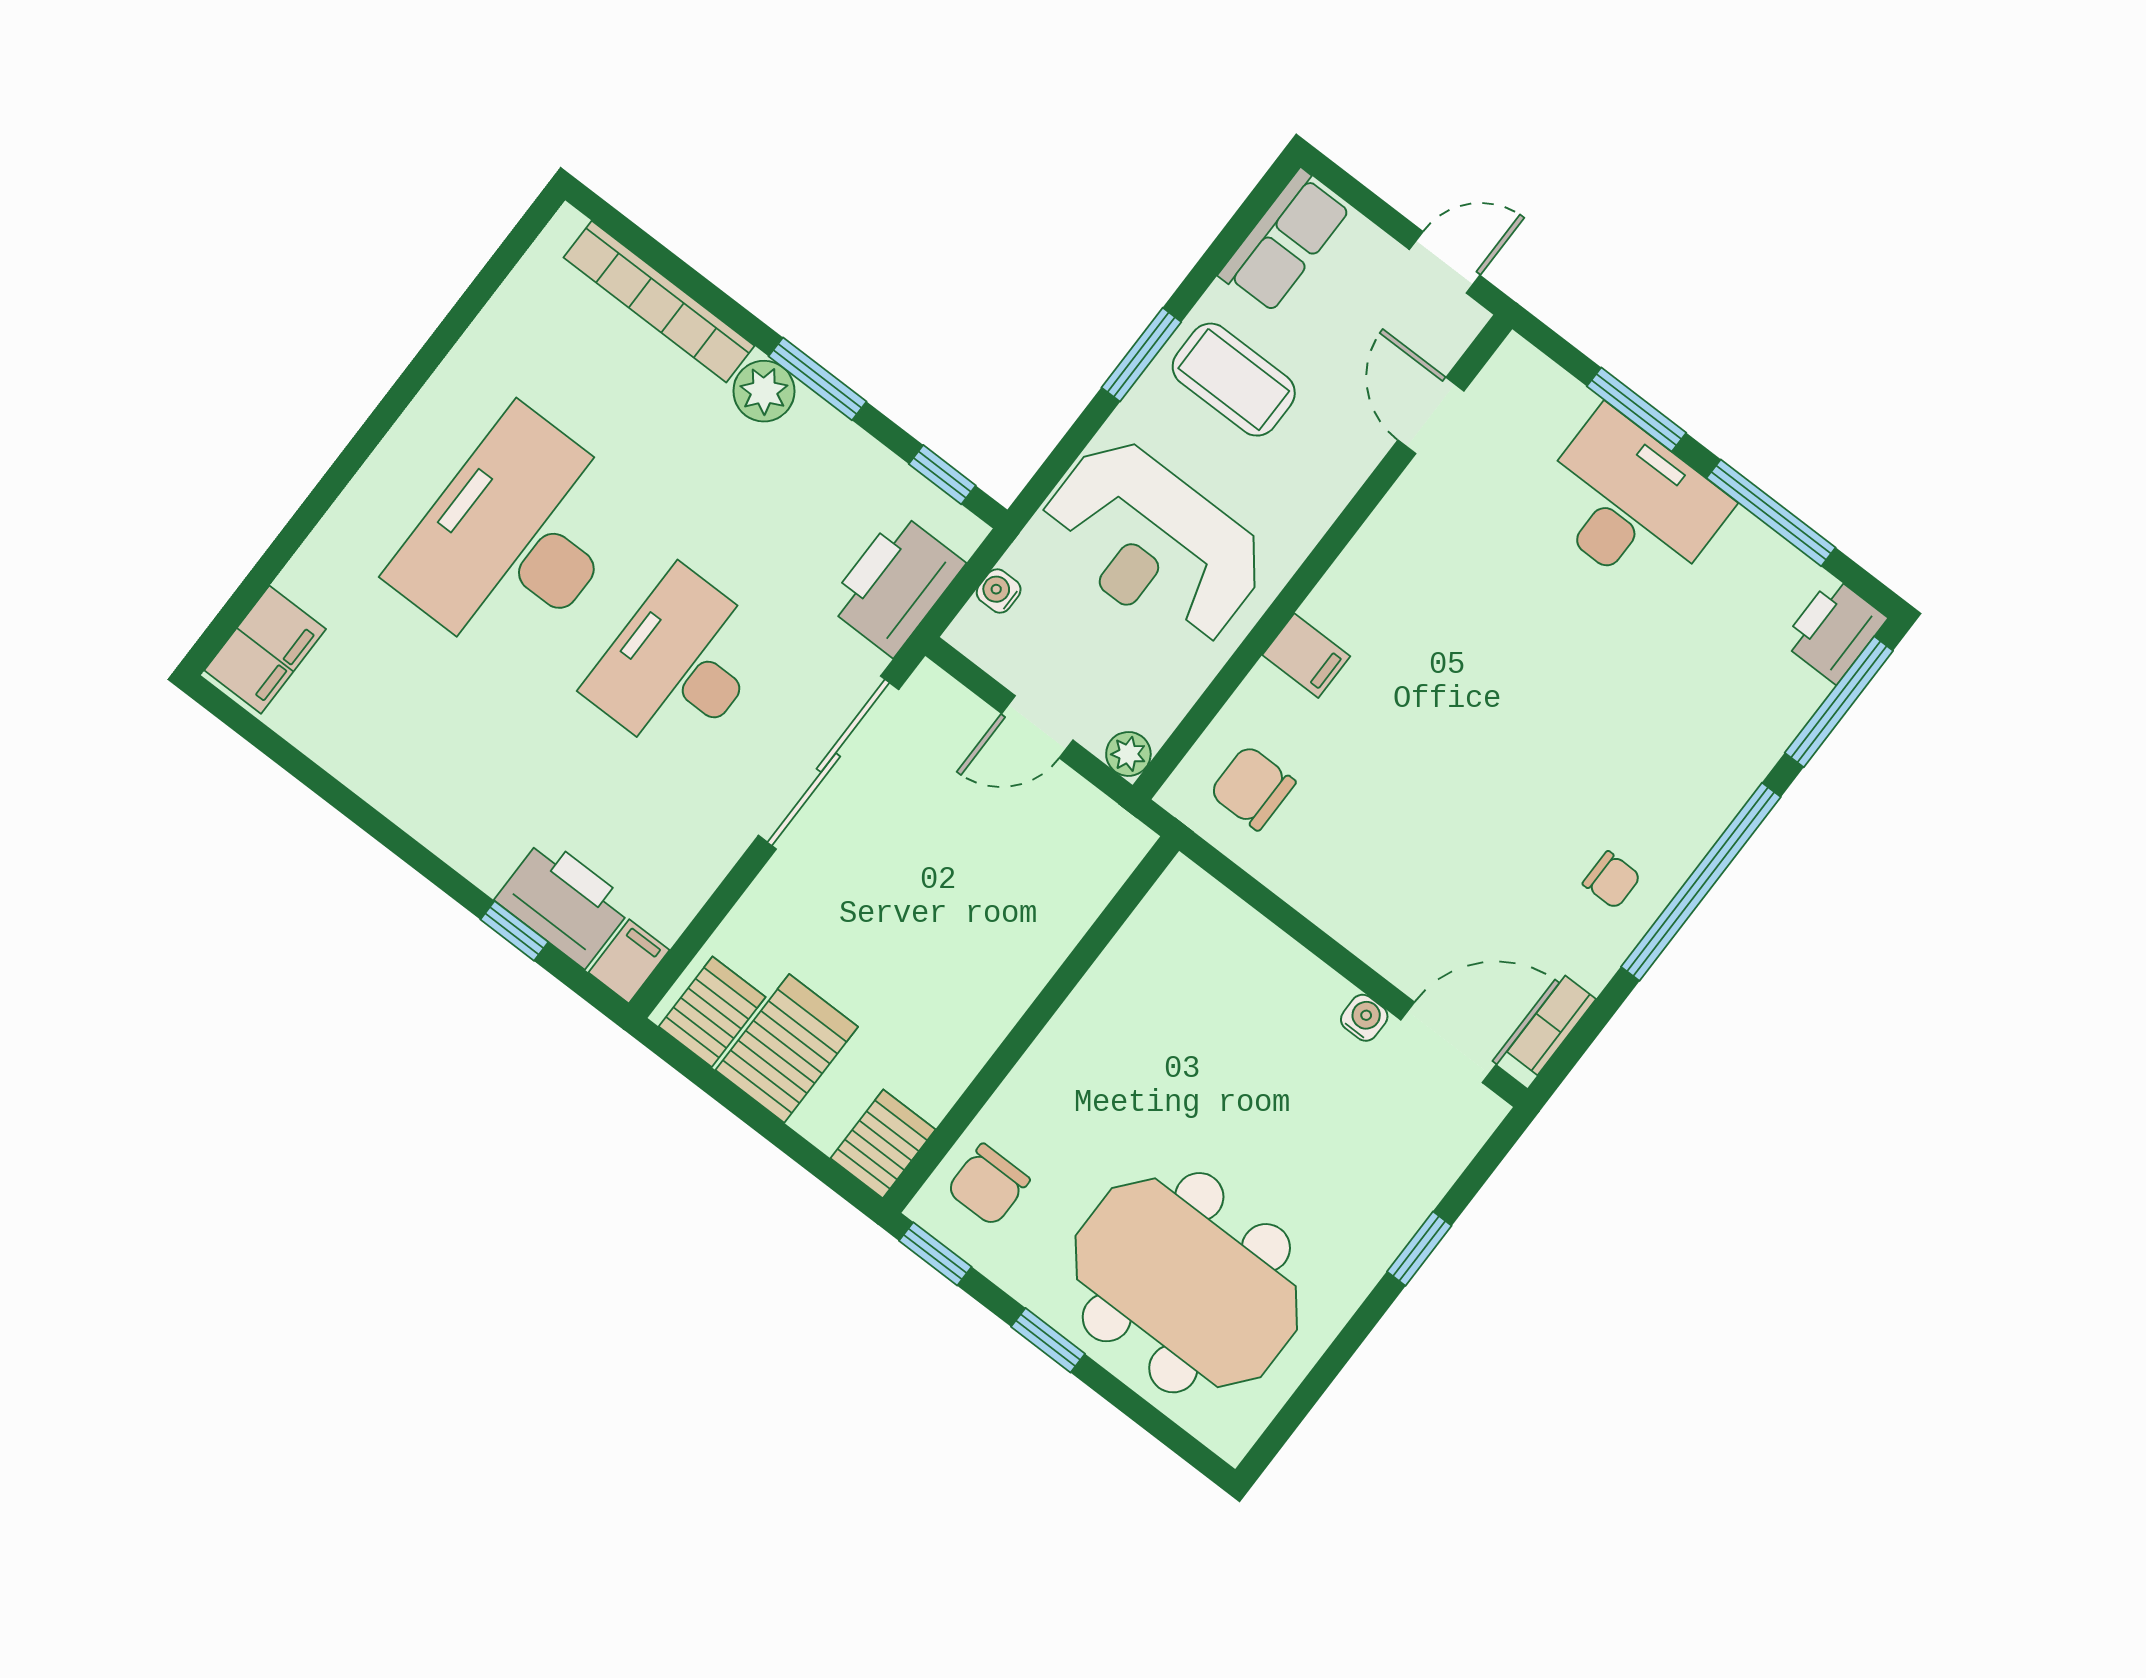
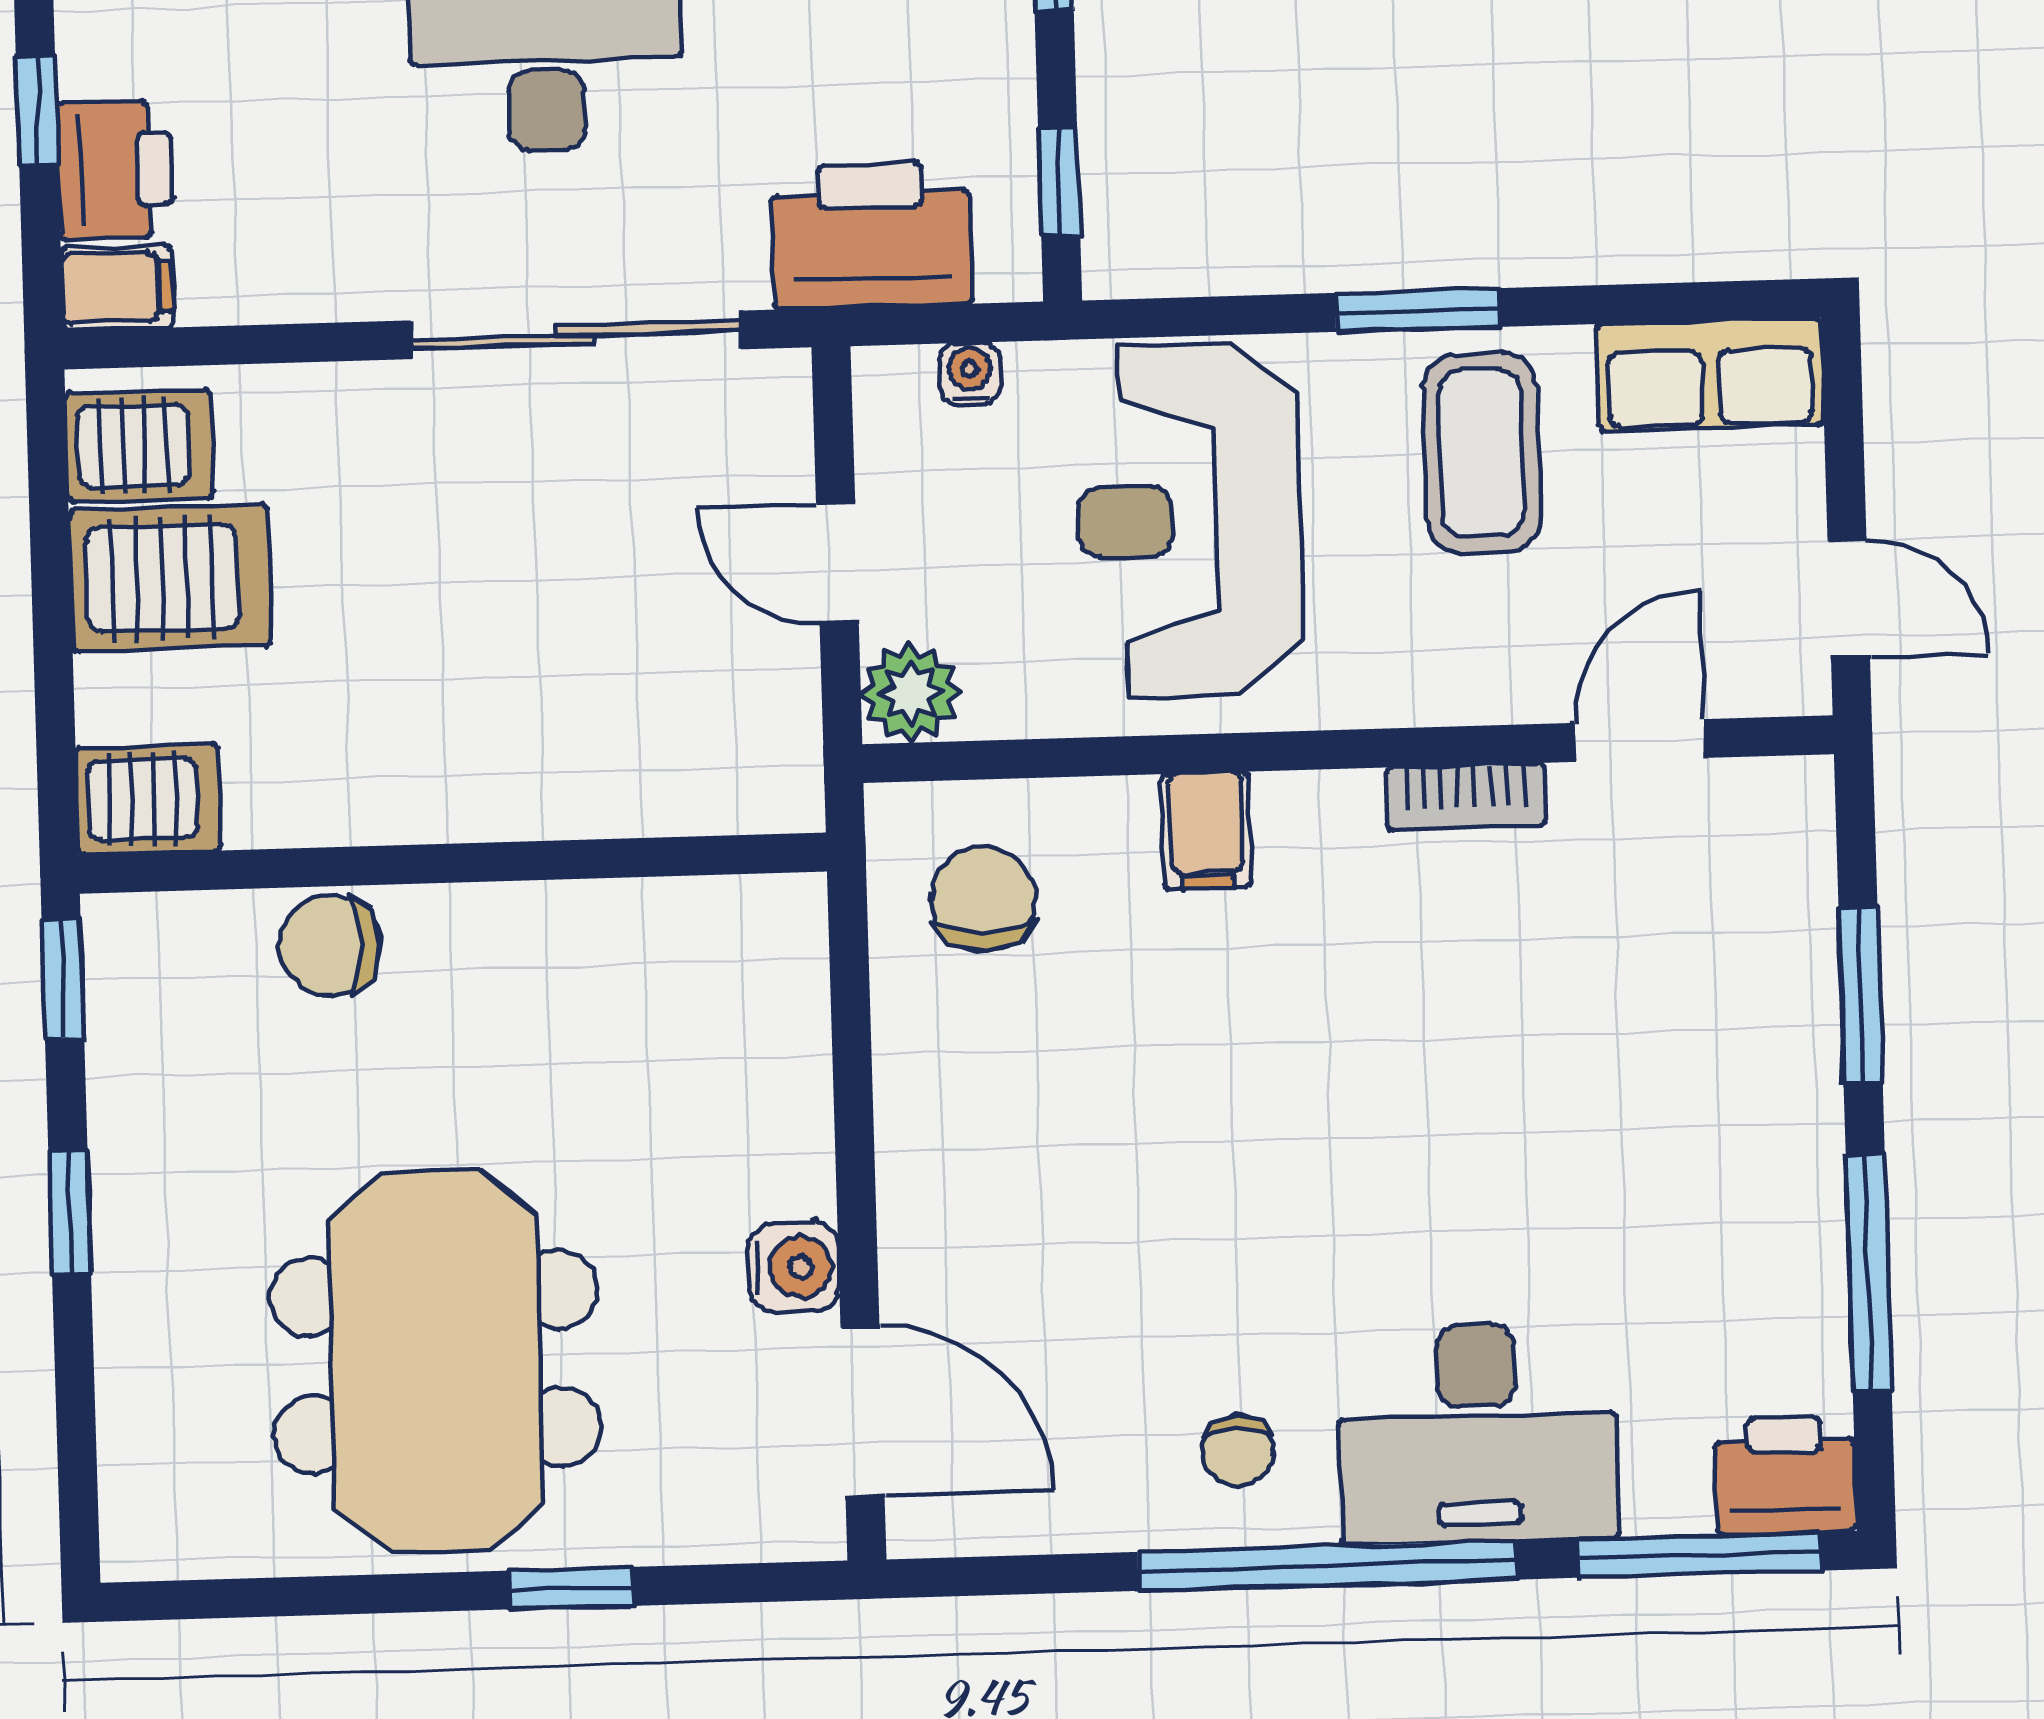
desk: (1631, 504) -> (1478, 1433), moved, turned 90
plant: (1128, 754) -> (911, 693), width x1.38, depth x1.38
printer: (564, 902) -> (115, 170), width x0.73, depth x0.84
water cooler: (1364, 1018) -> (794, 1267), width x1.38, depth x1.38
bookcase: (1551, 1025) -> (1466, 797), moved, turned 180
chair: (988, 1185) -> (330, 946), moved
meeting table: (1186, 1283) -> (436, 1362), moved

